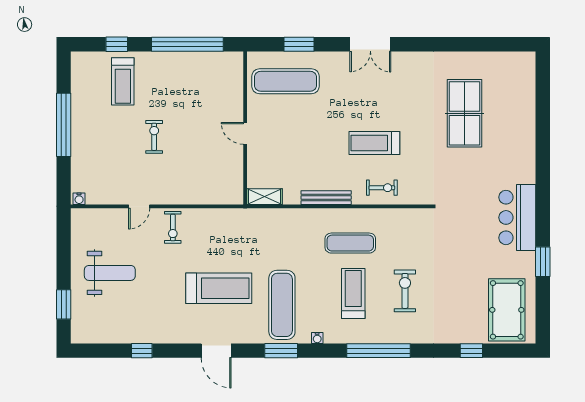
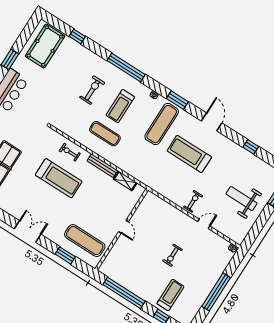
treadmill: (374, 143) -> (59, 178), width x1.37, depth x1.38
shelving: (264, 197) -> (125, 181), moved
exercise bike: (405, 291) -> (92, 90), turned 180

